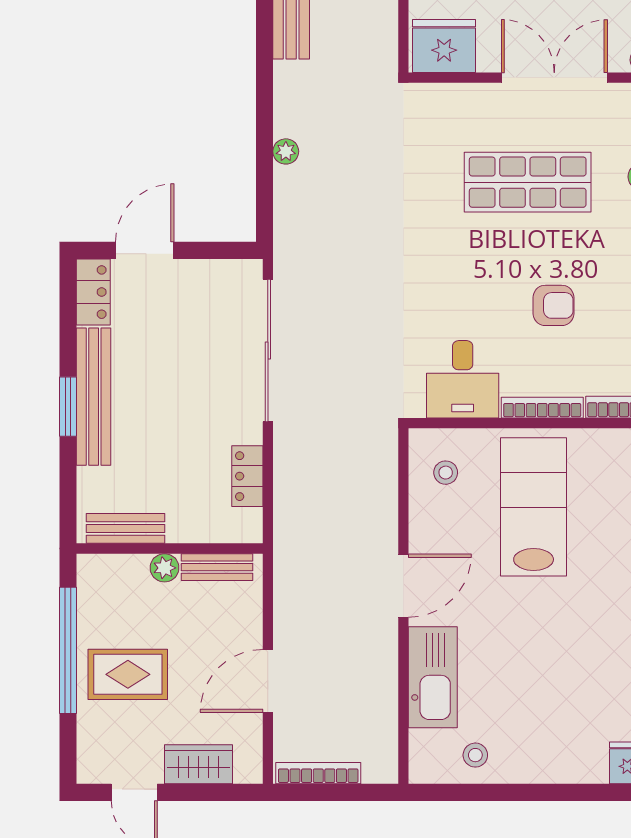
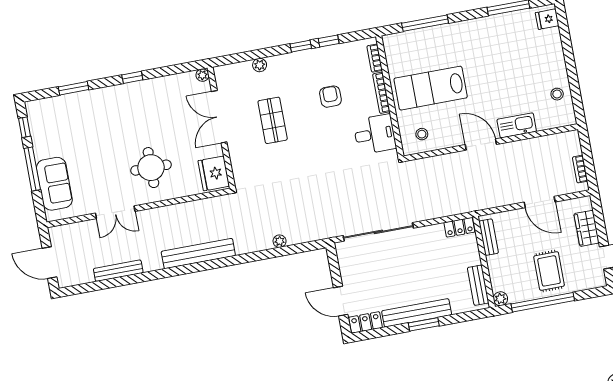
shop shelf: (528, 182) -> (273, 120), width x0.70, depth x0.74
locker: (247, 476) -> (459, 227), moved
plant: (164, 568) -> (500, 299), moved
kitchen sink: (433, 677) -> (517, 125), width x0.73, depth x0.81
bookcase: (318, 773) -> (580, 169), width x0.64

